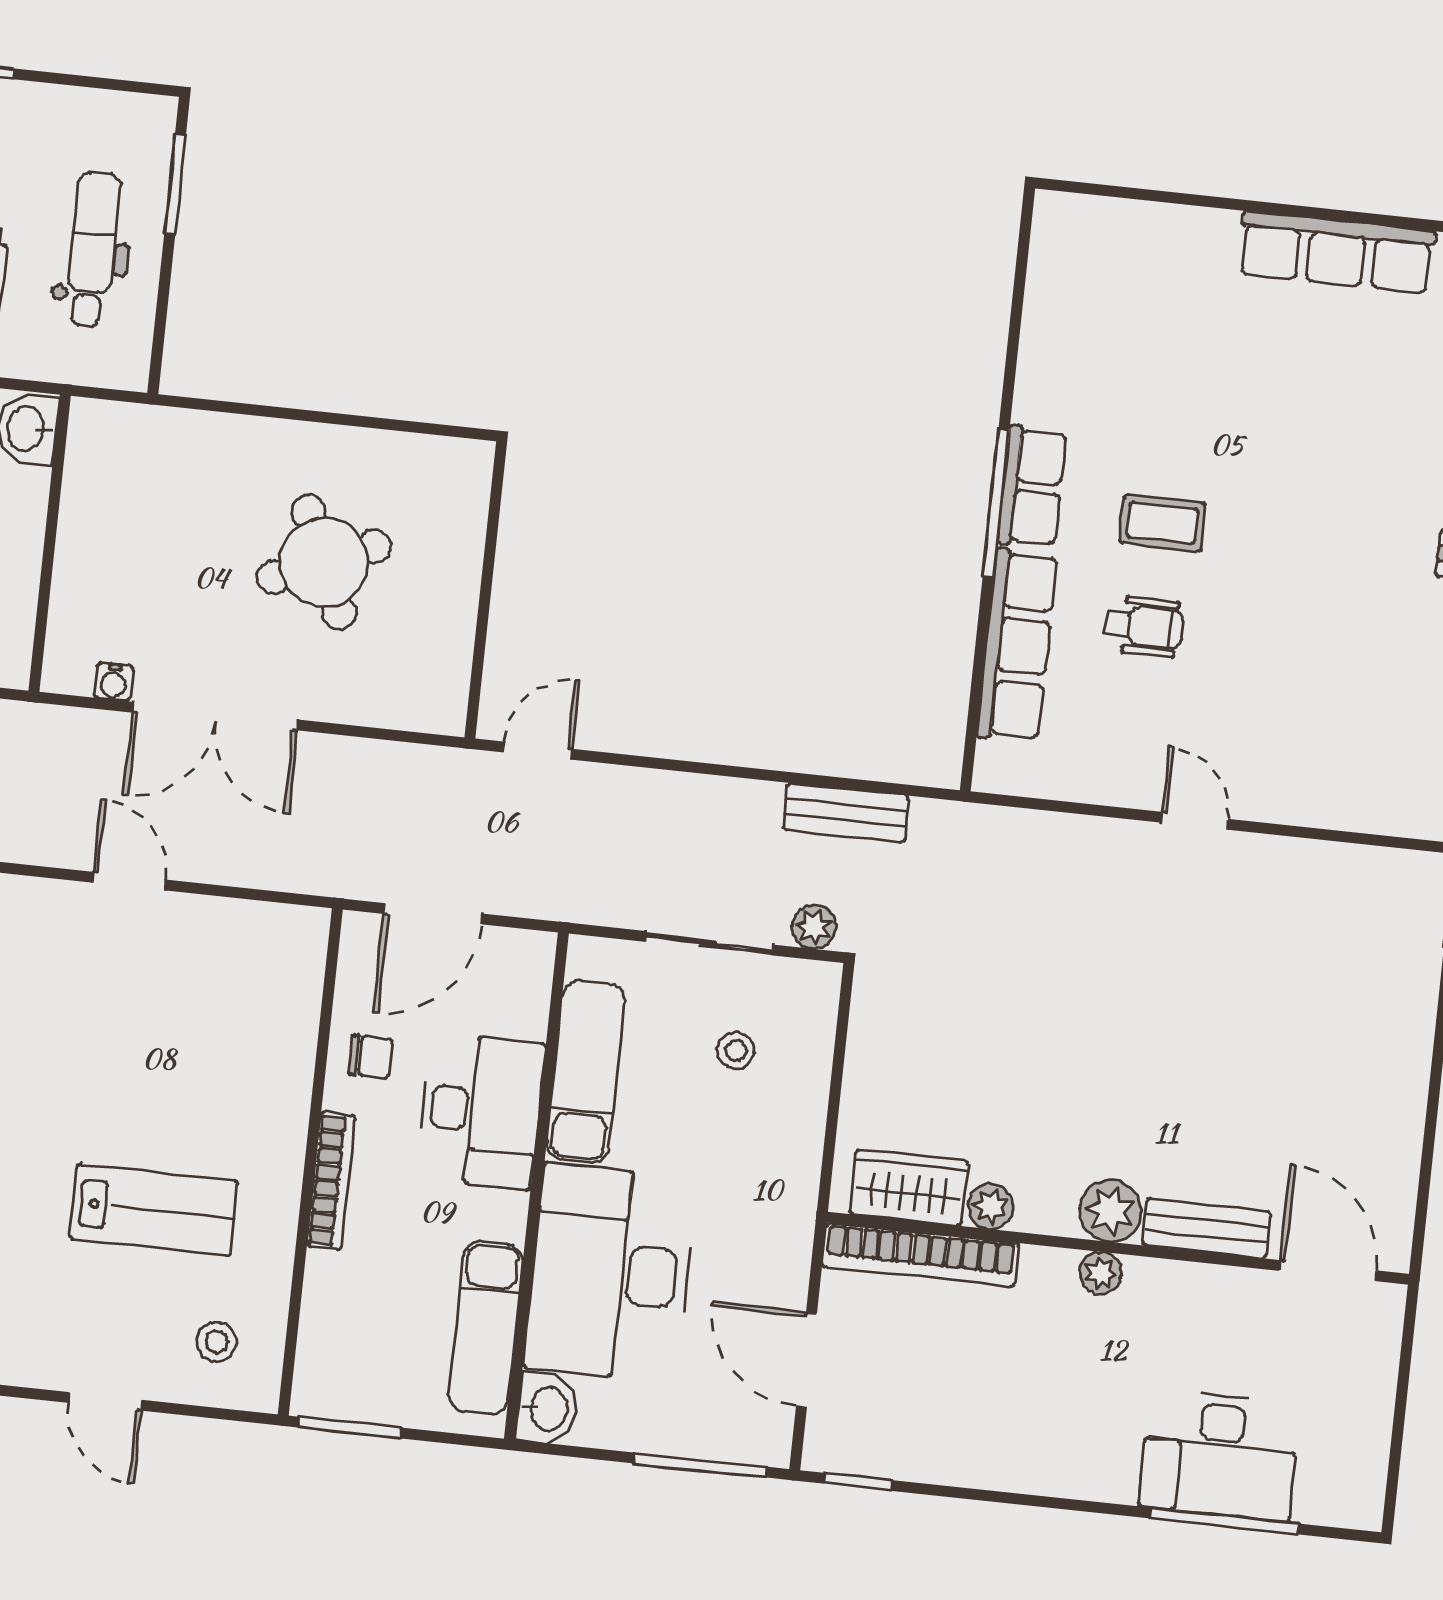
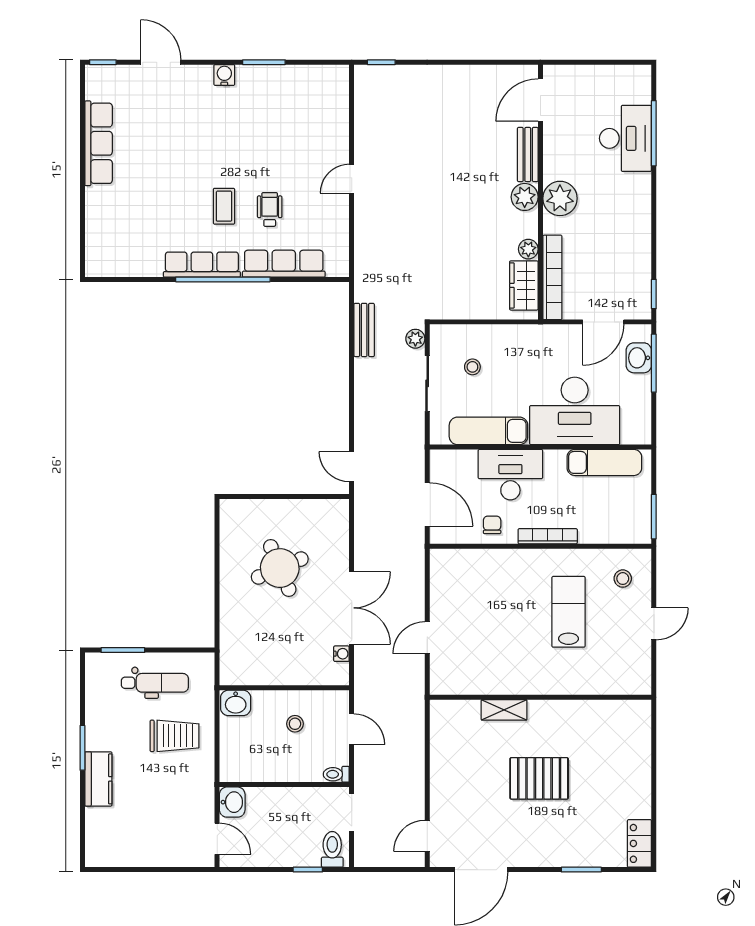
dental chair: (93, 249) -> (155, 683), turned 180
row of seats: (1032, 487) -> (202, 265), width x1.48
window: (996, 503) -> (223, 279), width x1.46
plant: (1100, 1273) -> (560, 198), width x1.87, depth x1.87
washbasin: (547, 1409) -> (639, 358), moved, turned -90

